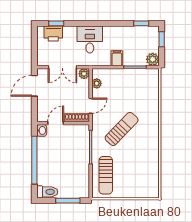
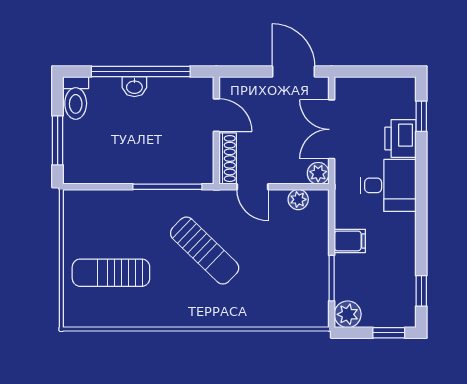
printer: (53, 34) -> (401, 139), moved
washbasin: (42, 130) -> (134, 87), moved
sun lounger: (106, 175) -> (111, 273), moved

